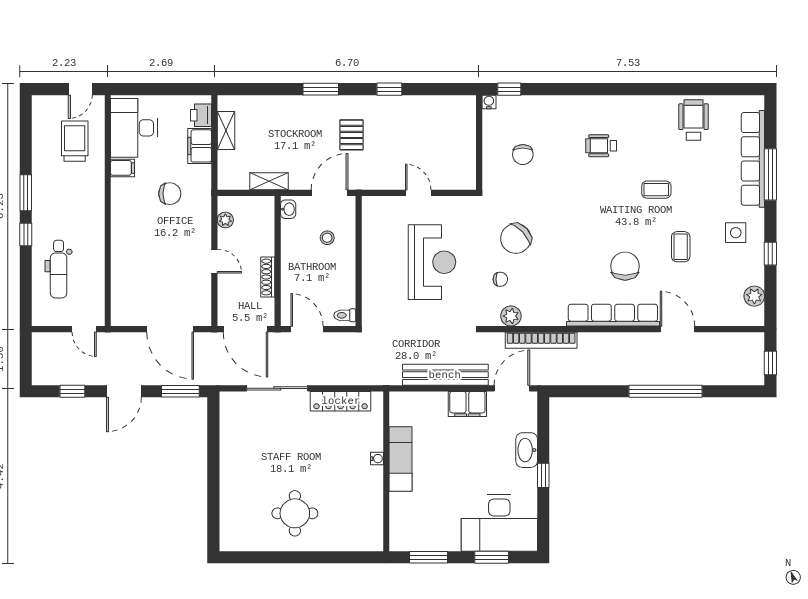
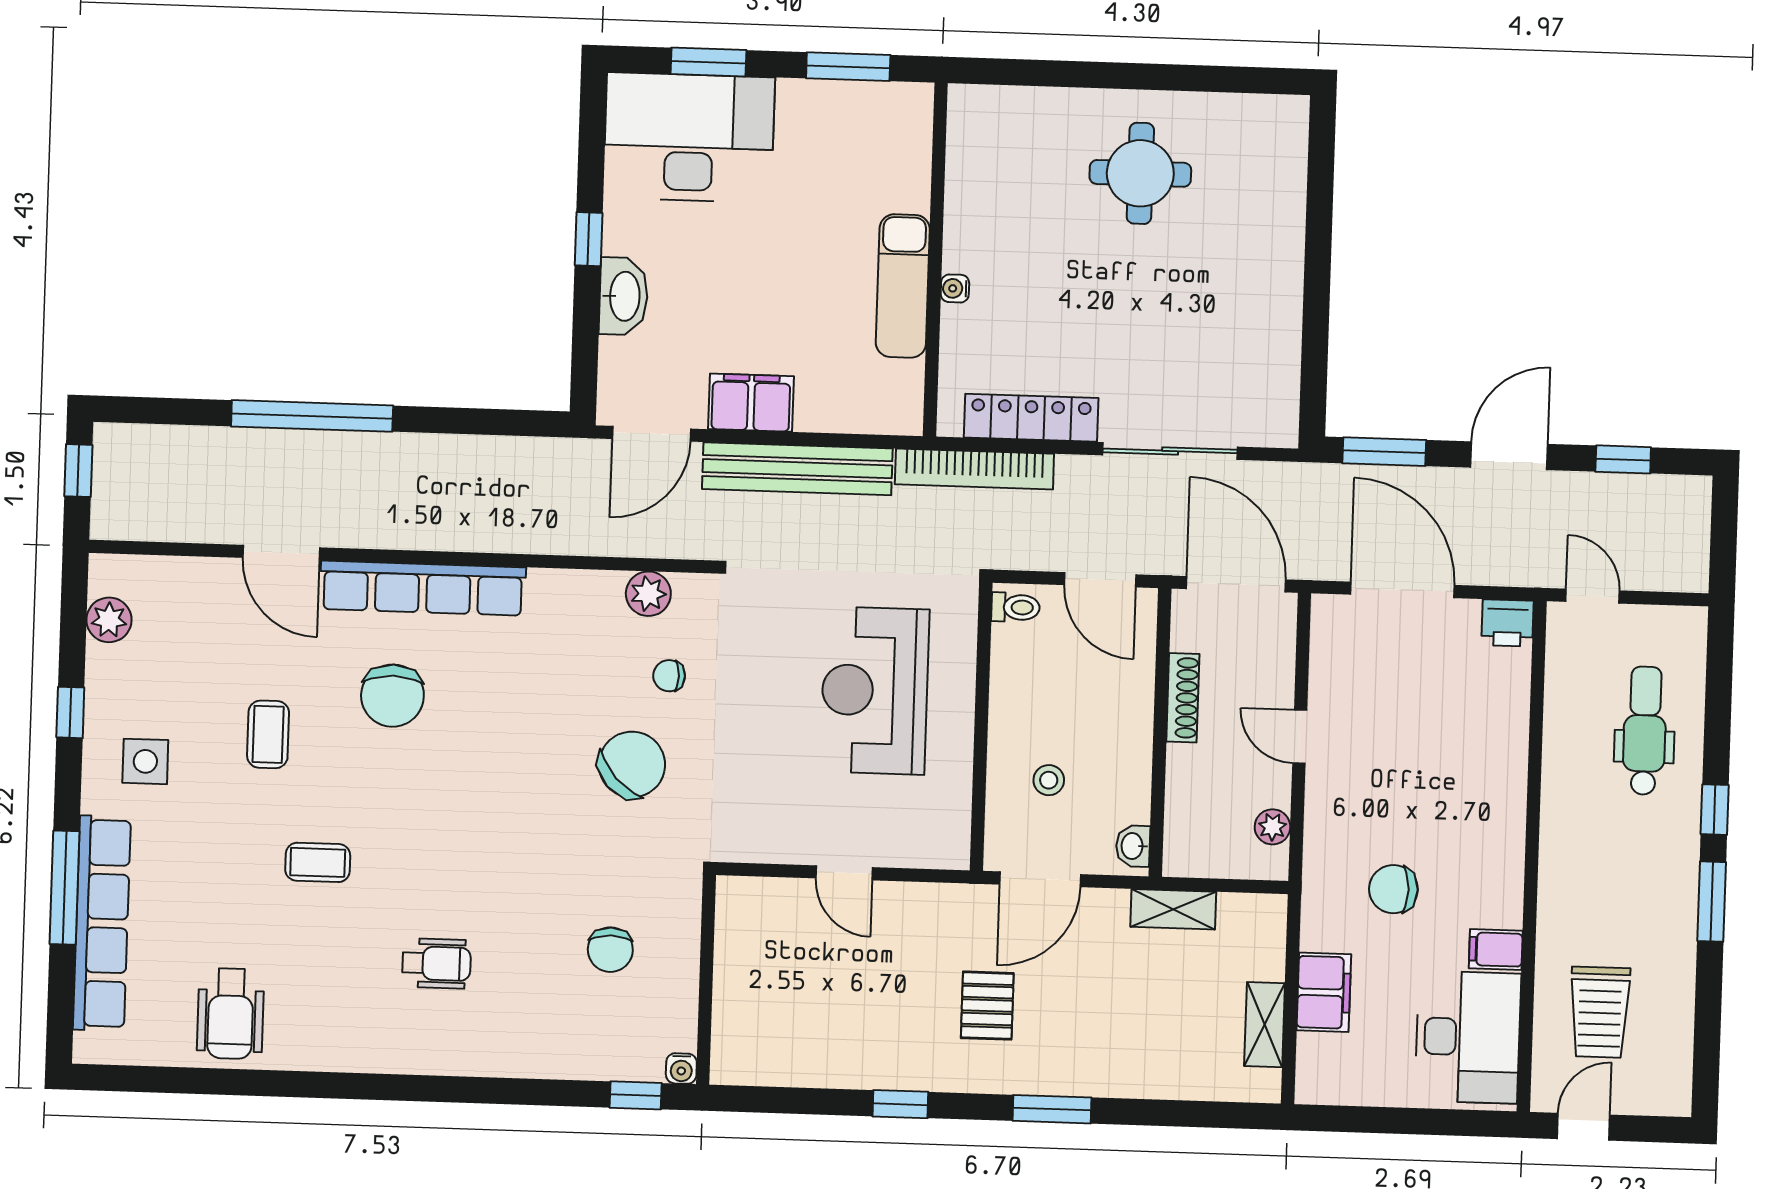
printer: (201, 115) -> (1507, 623), moved, turned 90
chair: (523, 155) -> (610, 950), turned 180
reception desk: (432, 262) -> (875, 691), moved
bookcase: (541, 340) -> (974, 469), moved, turned 180

